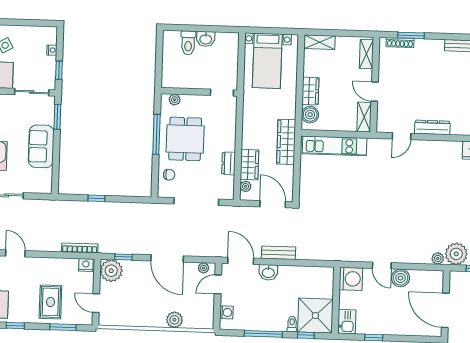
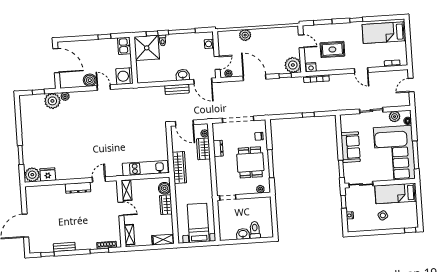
rug: (50, 302) -> (332, 49), moved, turned 90

